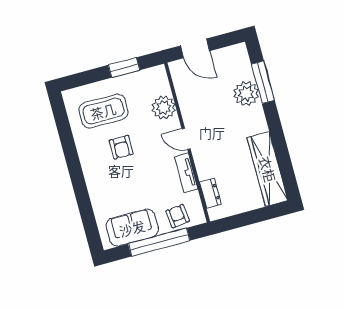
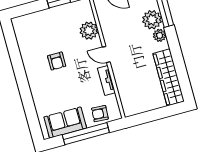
coffee table: (103, 111) -> (43, 33), removed
plant: (256, 114) -> (160, 35), added
dresser: (210, 193) -> (125, 96), removed
armchair: (178, 216) -> (100, 114), turned -79

